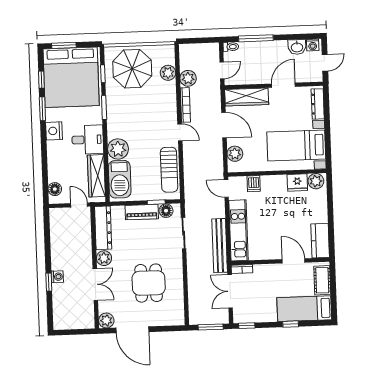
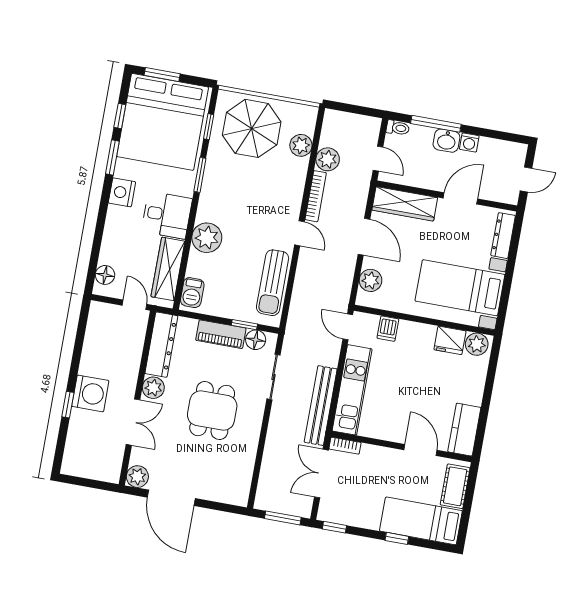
washing machine: (313, 45) -> (469, 143), moved
washbasin: (297, 47) -> (446, 141), moved
door: (222, 70) -> (378, 159), hinge flipped
barbecue: (120, 179) -> (192, 293), width x0.53, depth x0.65
washing machine: (57, 277) -> (90, 393), width x1.89, depth x1.89
dining table: (149, 283) -> (212, 410), moved

